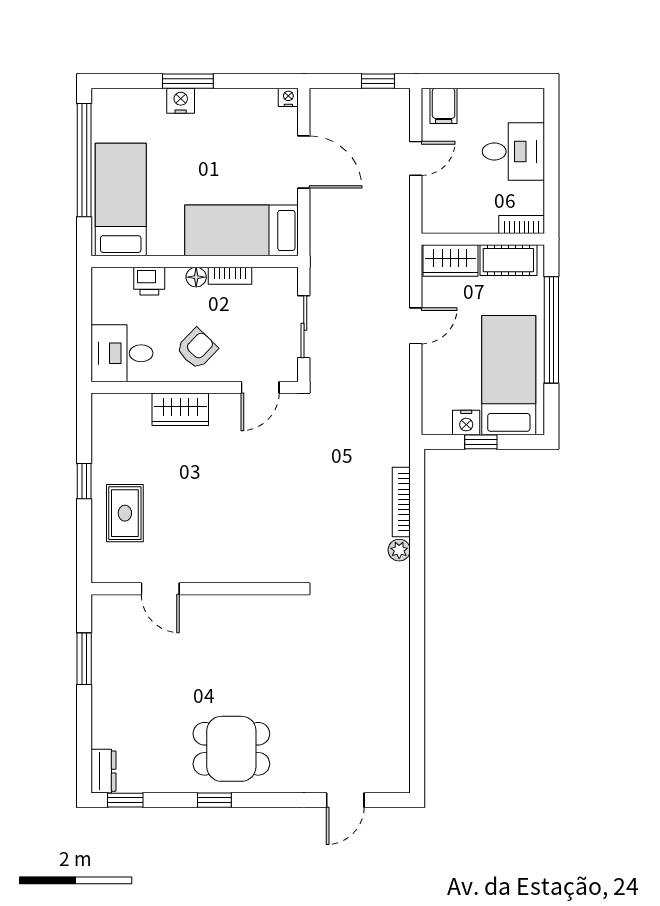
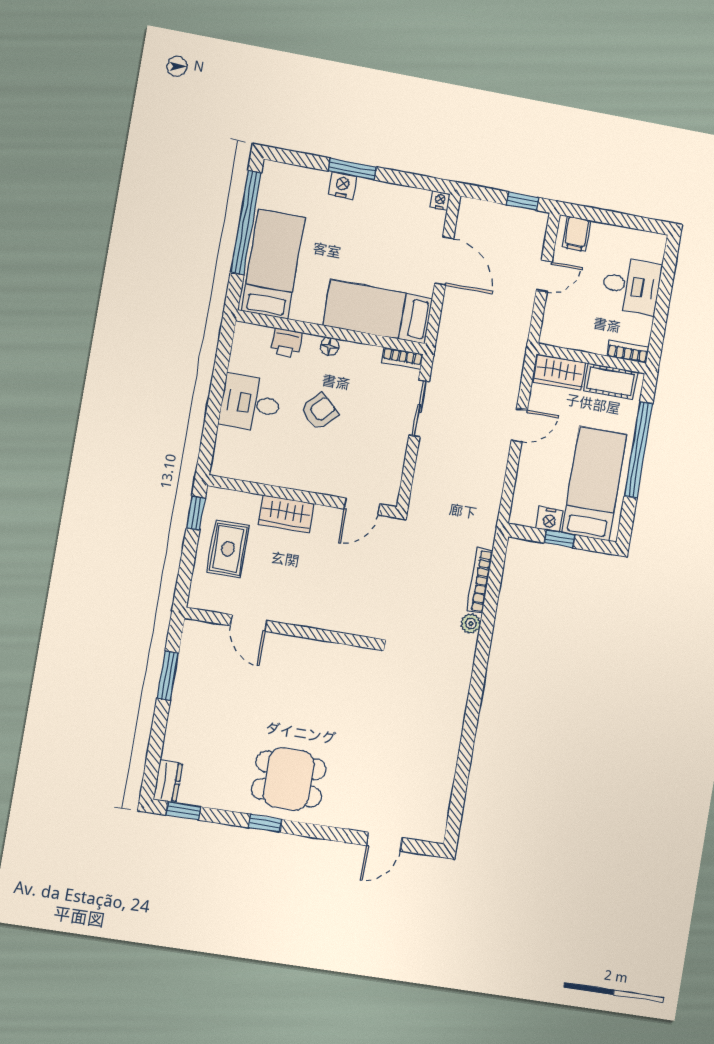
bookcase: (230, 276) -> (402, 358), moved
wall: (195, 387) -> (303, 496), moved
door: (260, 387) -> (362, 506), moved
wardrobe: (180, 409) -> (286, 514), moved

